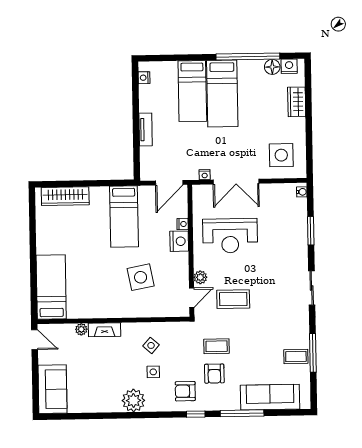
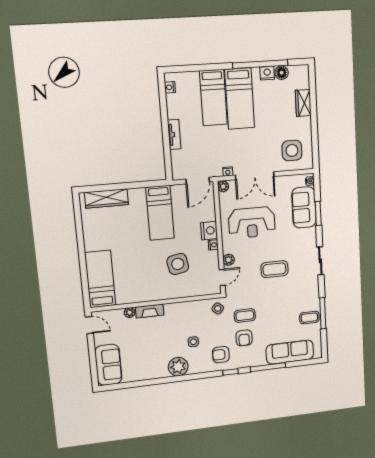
nightstand: (289, 66) -> (267, 73), moved
plant: (198, 191) -> (223, 186), added
sofa: (293, 222) -> (304, 207), added
nightstand: (183, 224) -> (213, 245), moved
coffee table: (233, 299) -> (274, 269), moved
side table: (151, 345) -> (218, 308), moved

